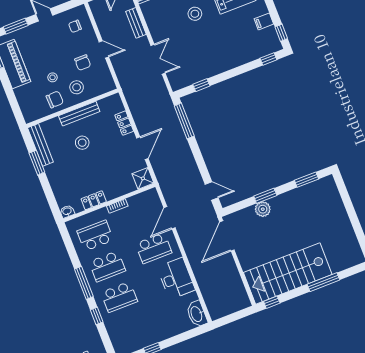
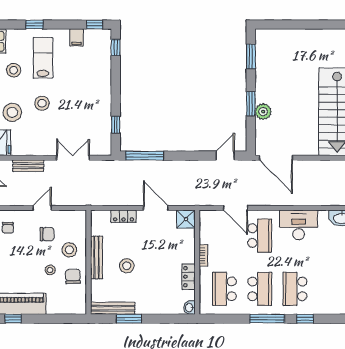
school desk: (119, 297) -> (295, 289), turned 180

